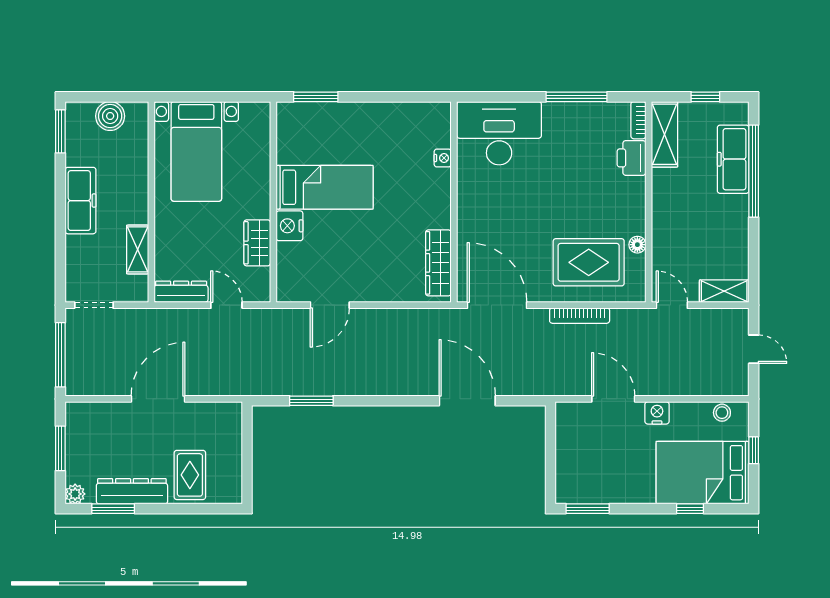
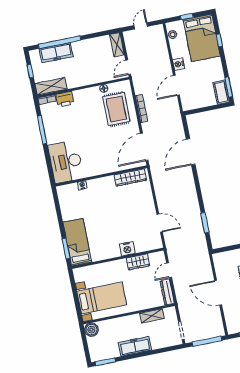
boiler: (110, 116) -> (91, 330), moved
bed: (325, 187) -> (77, 242), moved
cot: (580, 491) -> (221, 92), added

